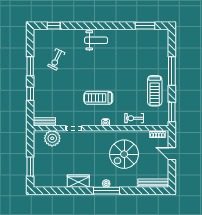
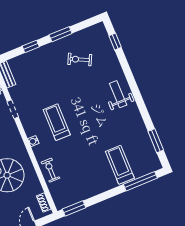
weight bench: (96, 40) -> (118, 94), turned 180
window: (172, 71) -> (140, 181), moved
treadmill: (155, 91) -> (120, 165), moved, turned 90

